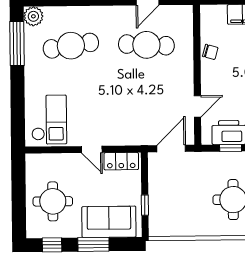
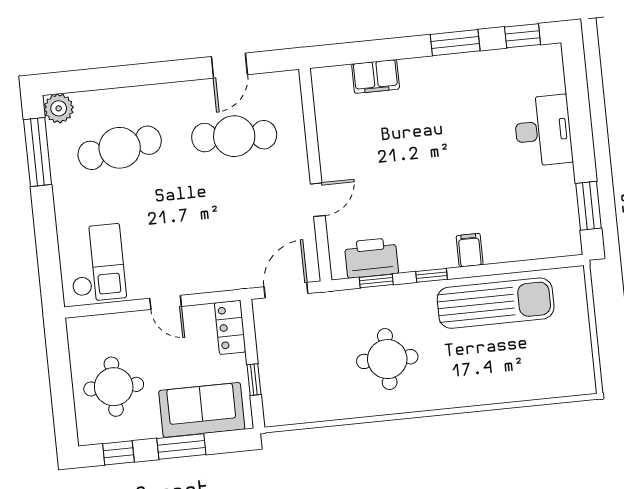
chair: (210, 52) -> (332, 138), removed
door: (197, 106) -> (318, 200), moved
locker: (121, 161) -> (230, 327), moved, turned 90

